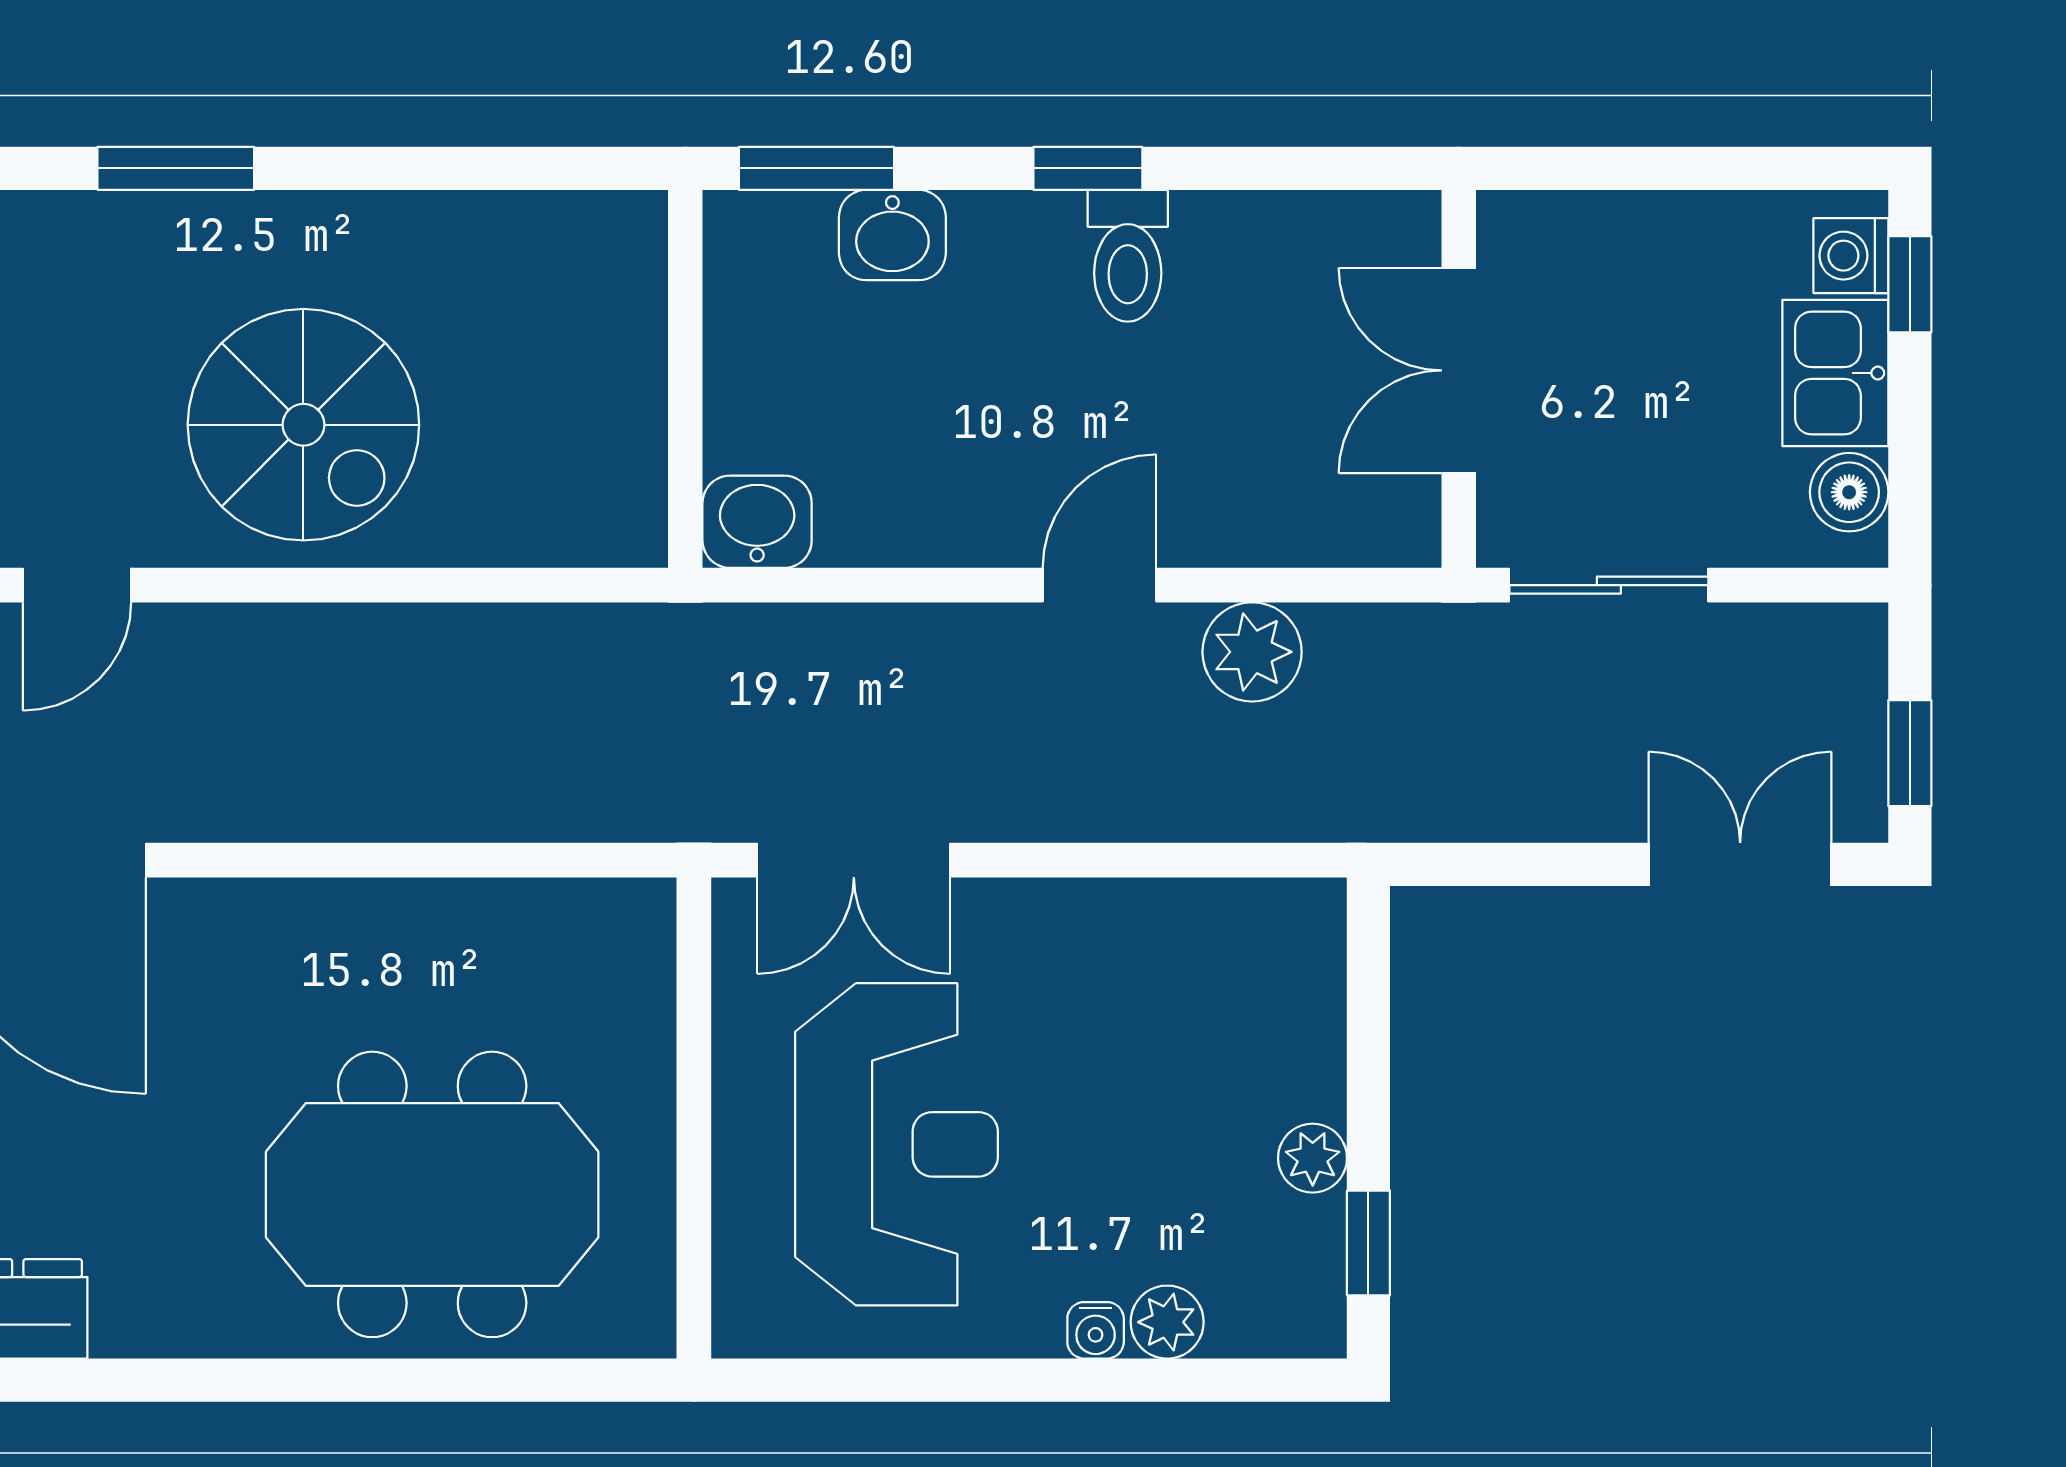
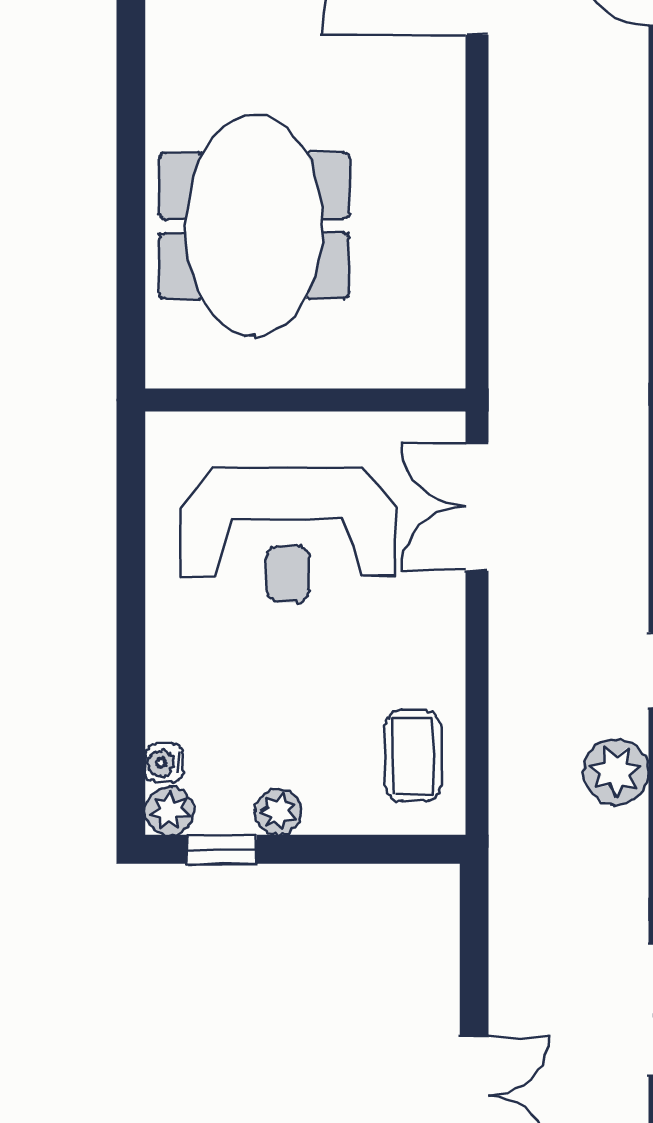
coffee table: (1228, 956) -> (413, 756), added
plant: (1167, 1322) -> (169, 811), moved
water cooler: (1096, 1330) -> (164, 763), moved

